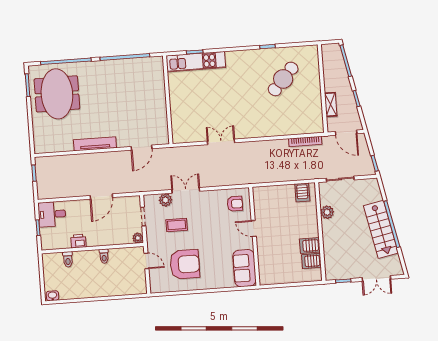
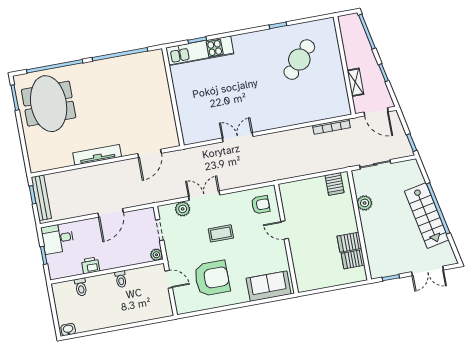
bench: (41, 176) -> (41, 198), added
coffee table: (177, 225) -> (221, 233), moved
sofa: (244, 268) -> (269, 286), moved, turned 90

